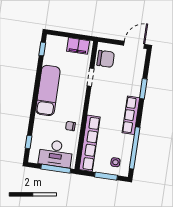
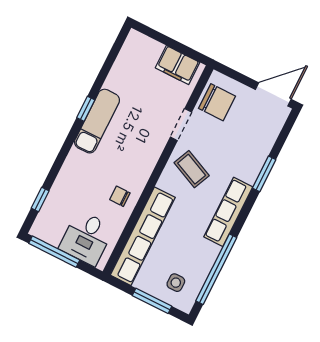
window: (42, 49) -> (86, 109), moved
exam couch: (48, 90) -> (97, 121), width x0.73, depth x0.69
coffee table: (104, 99) -> (192, 169), added
desk: (56, 153) -> (87, 238), width x0.73
window: (56, 169) -> (54, 252), moved

